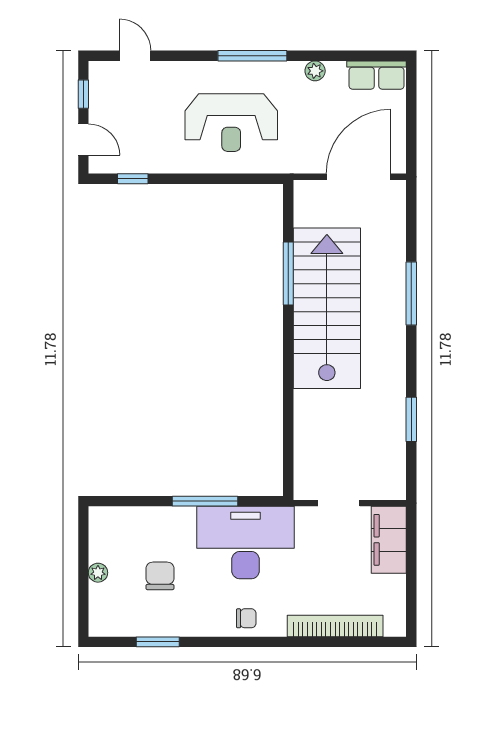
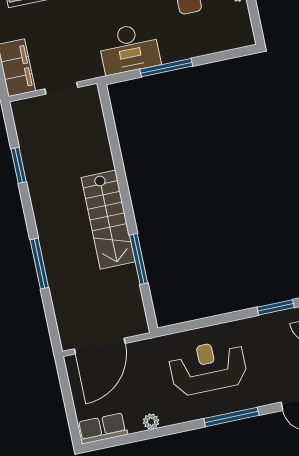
window: (252, 56) -> (231, 417), moved
window: (133, 179) -> (276, 307), width x1.50
stairs: (327, 308) -> (108, 220), width x0.73, depth x0.66
desk: (246, 543) -> (129, 49), width x0.73, depth x0.77

